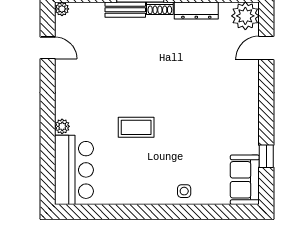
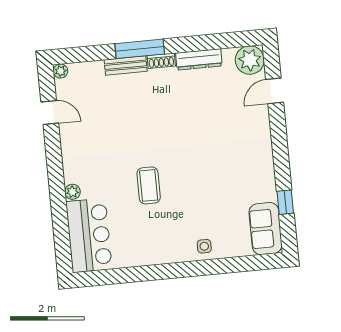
coffee table: (136, 127) -> (149, 185), turned 90

